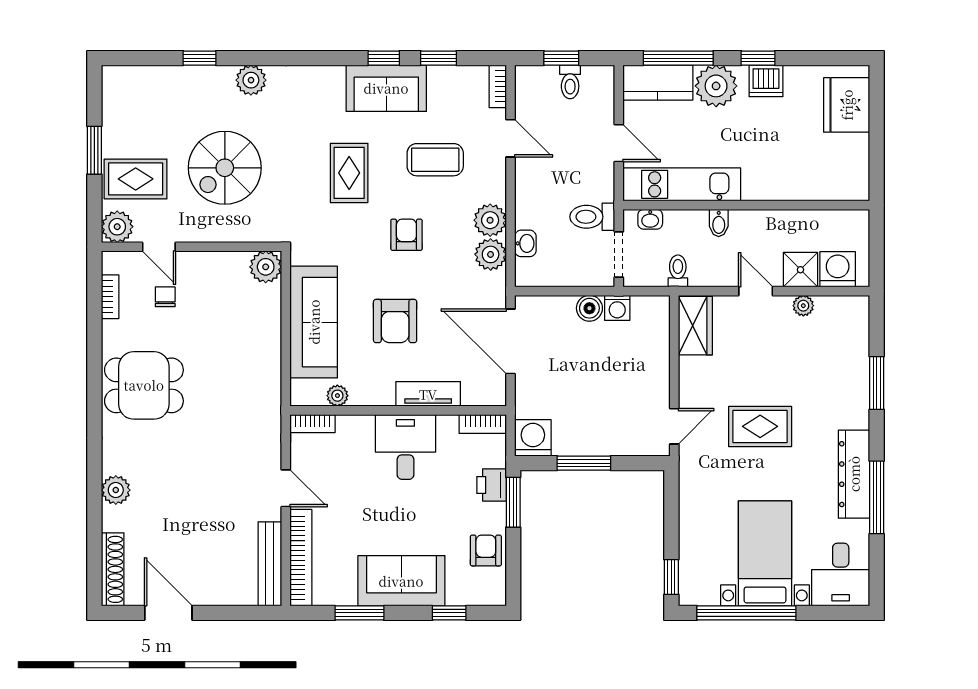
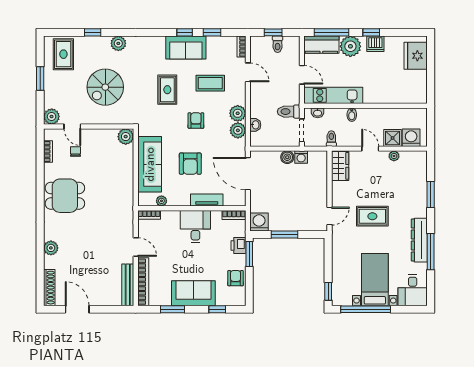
rug: (136, 179) -> (63, 54), moved, turned 90

